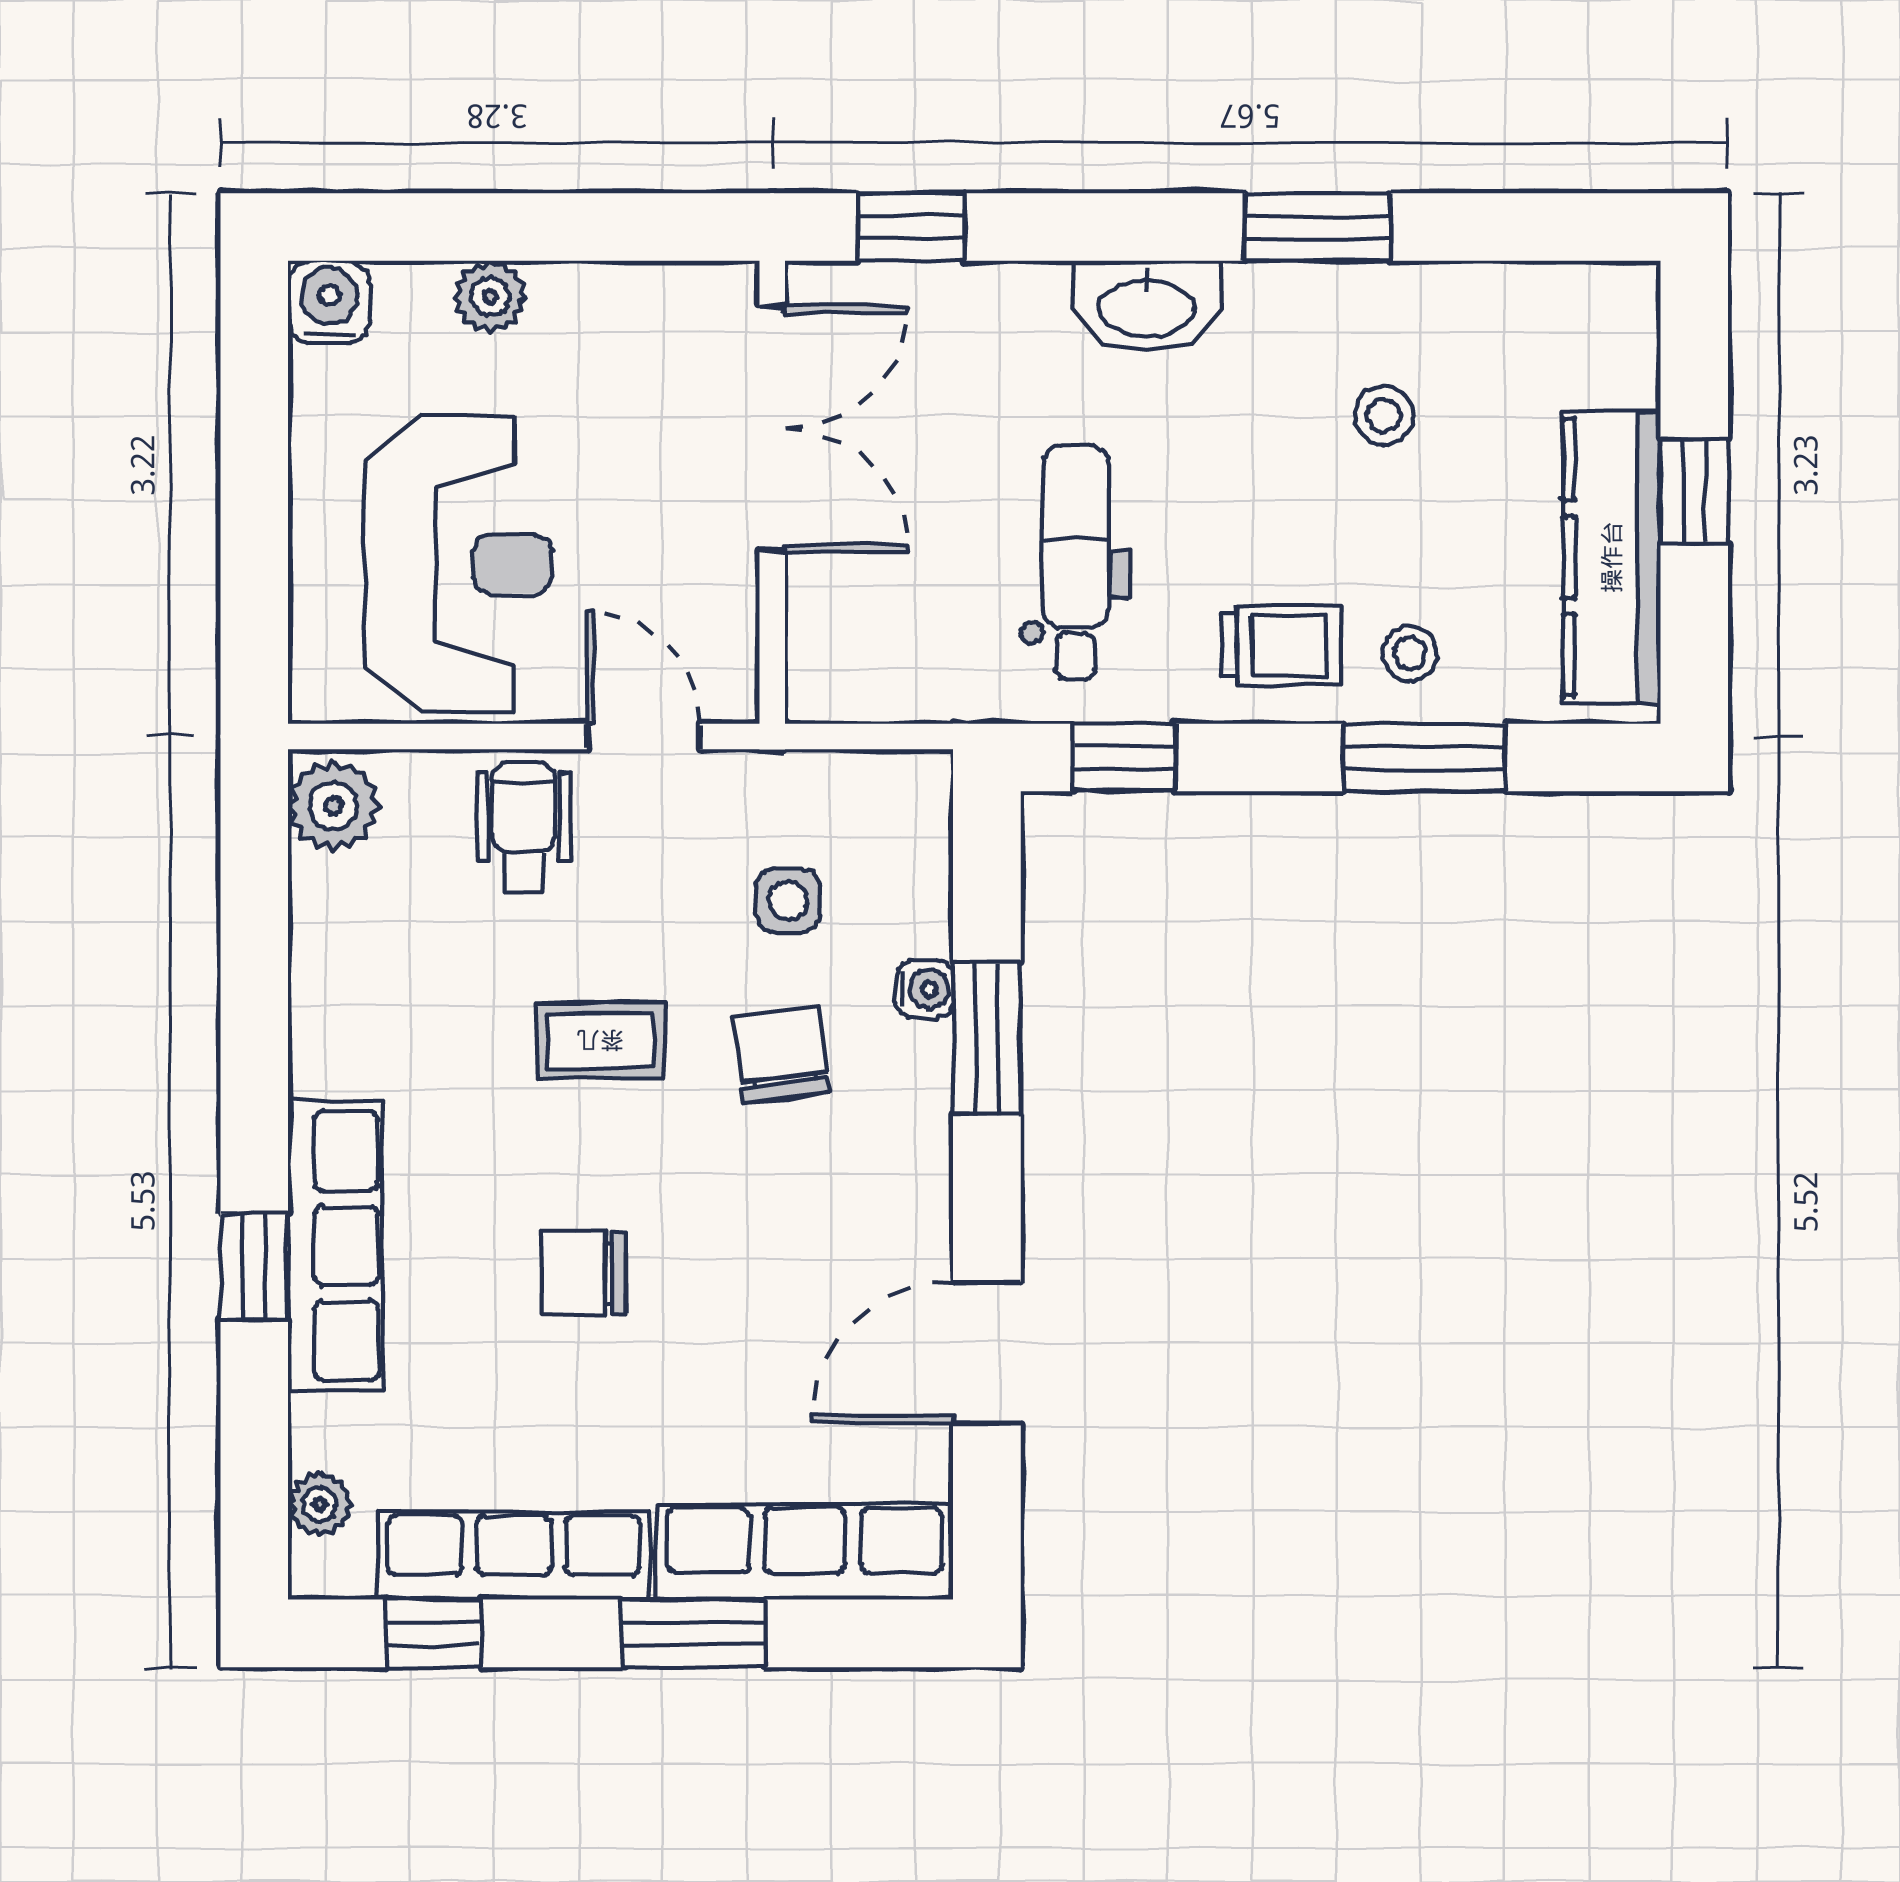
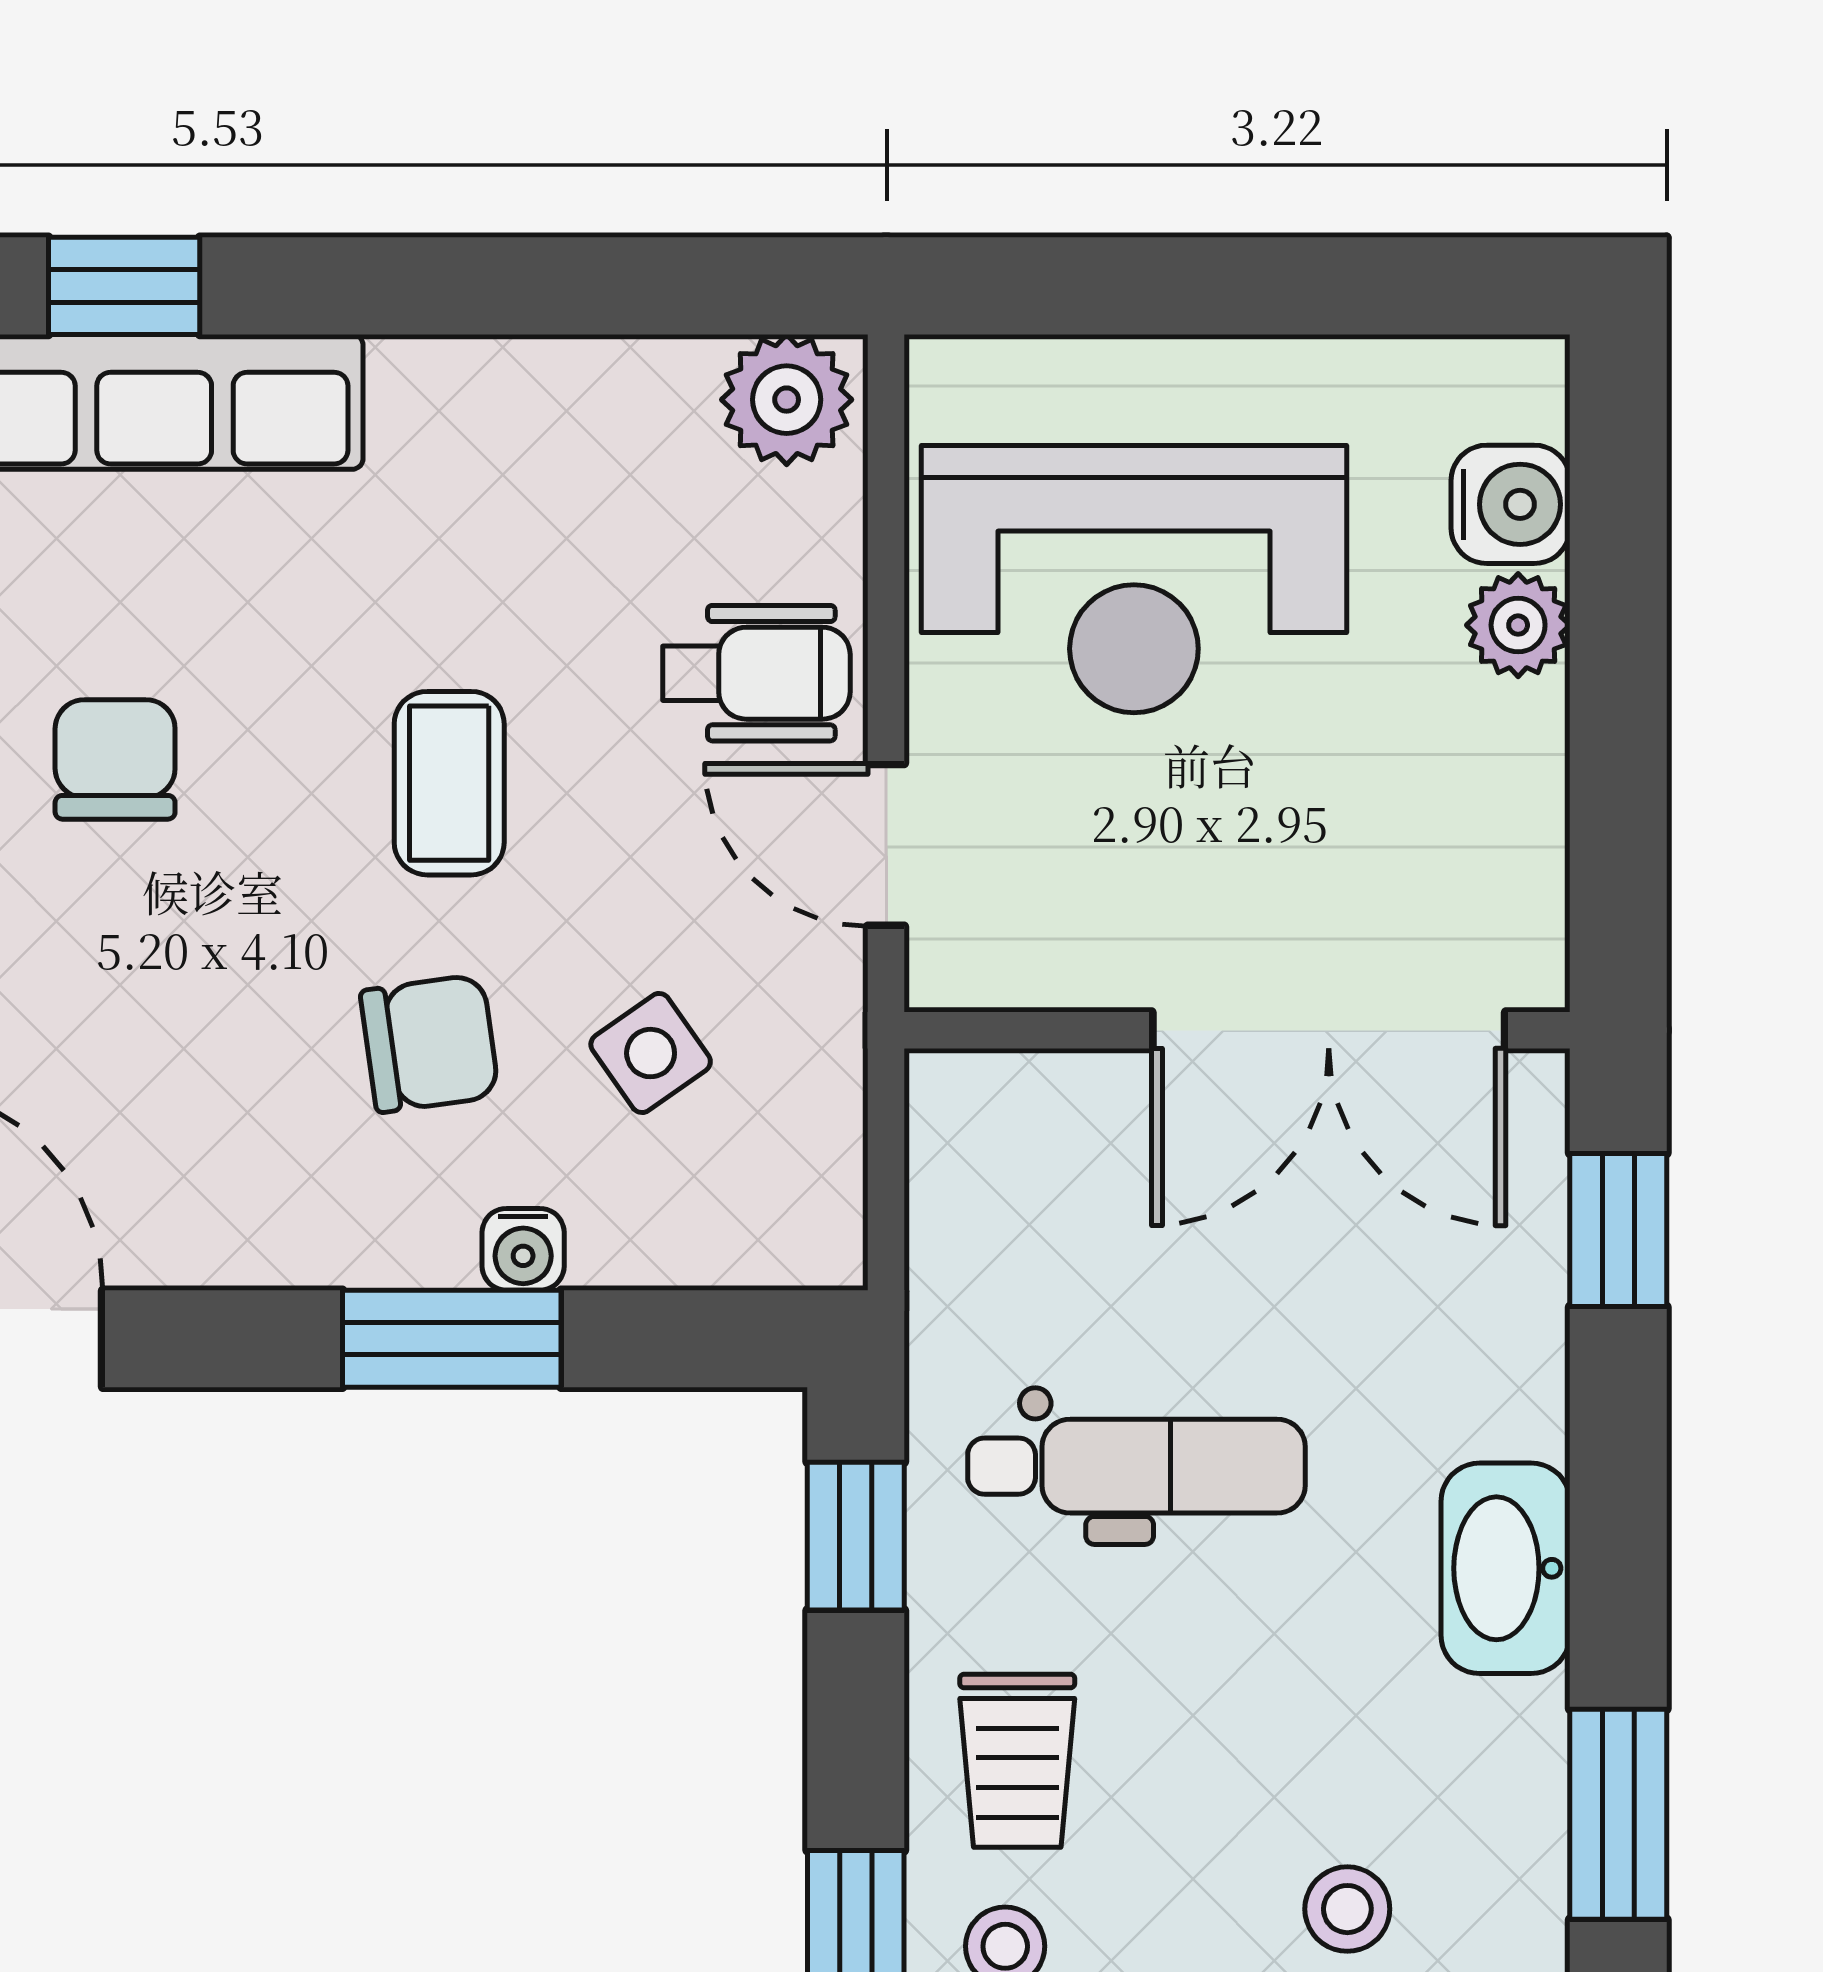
water cooler: (329, 302) -> (1511, 504), moved
door: (643, 737) -> (886, 845), swing flipped
side table: (788, 900) -> (651, 1053), turned -35

